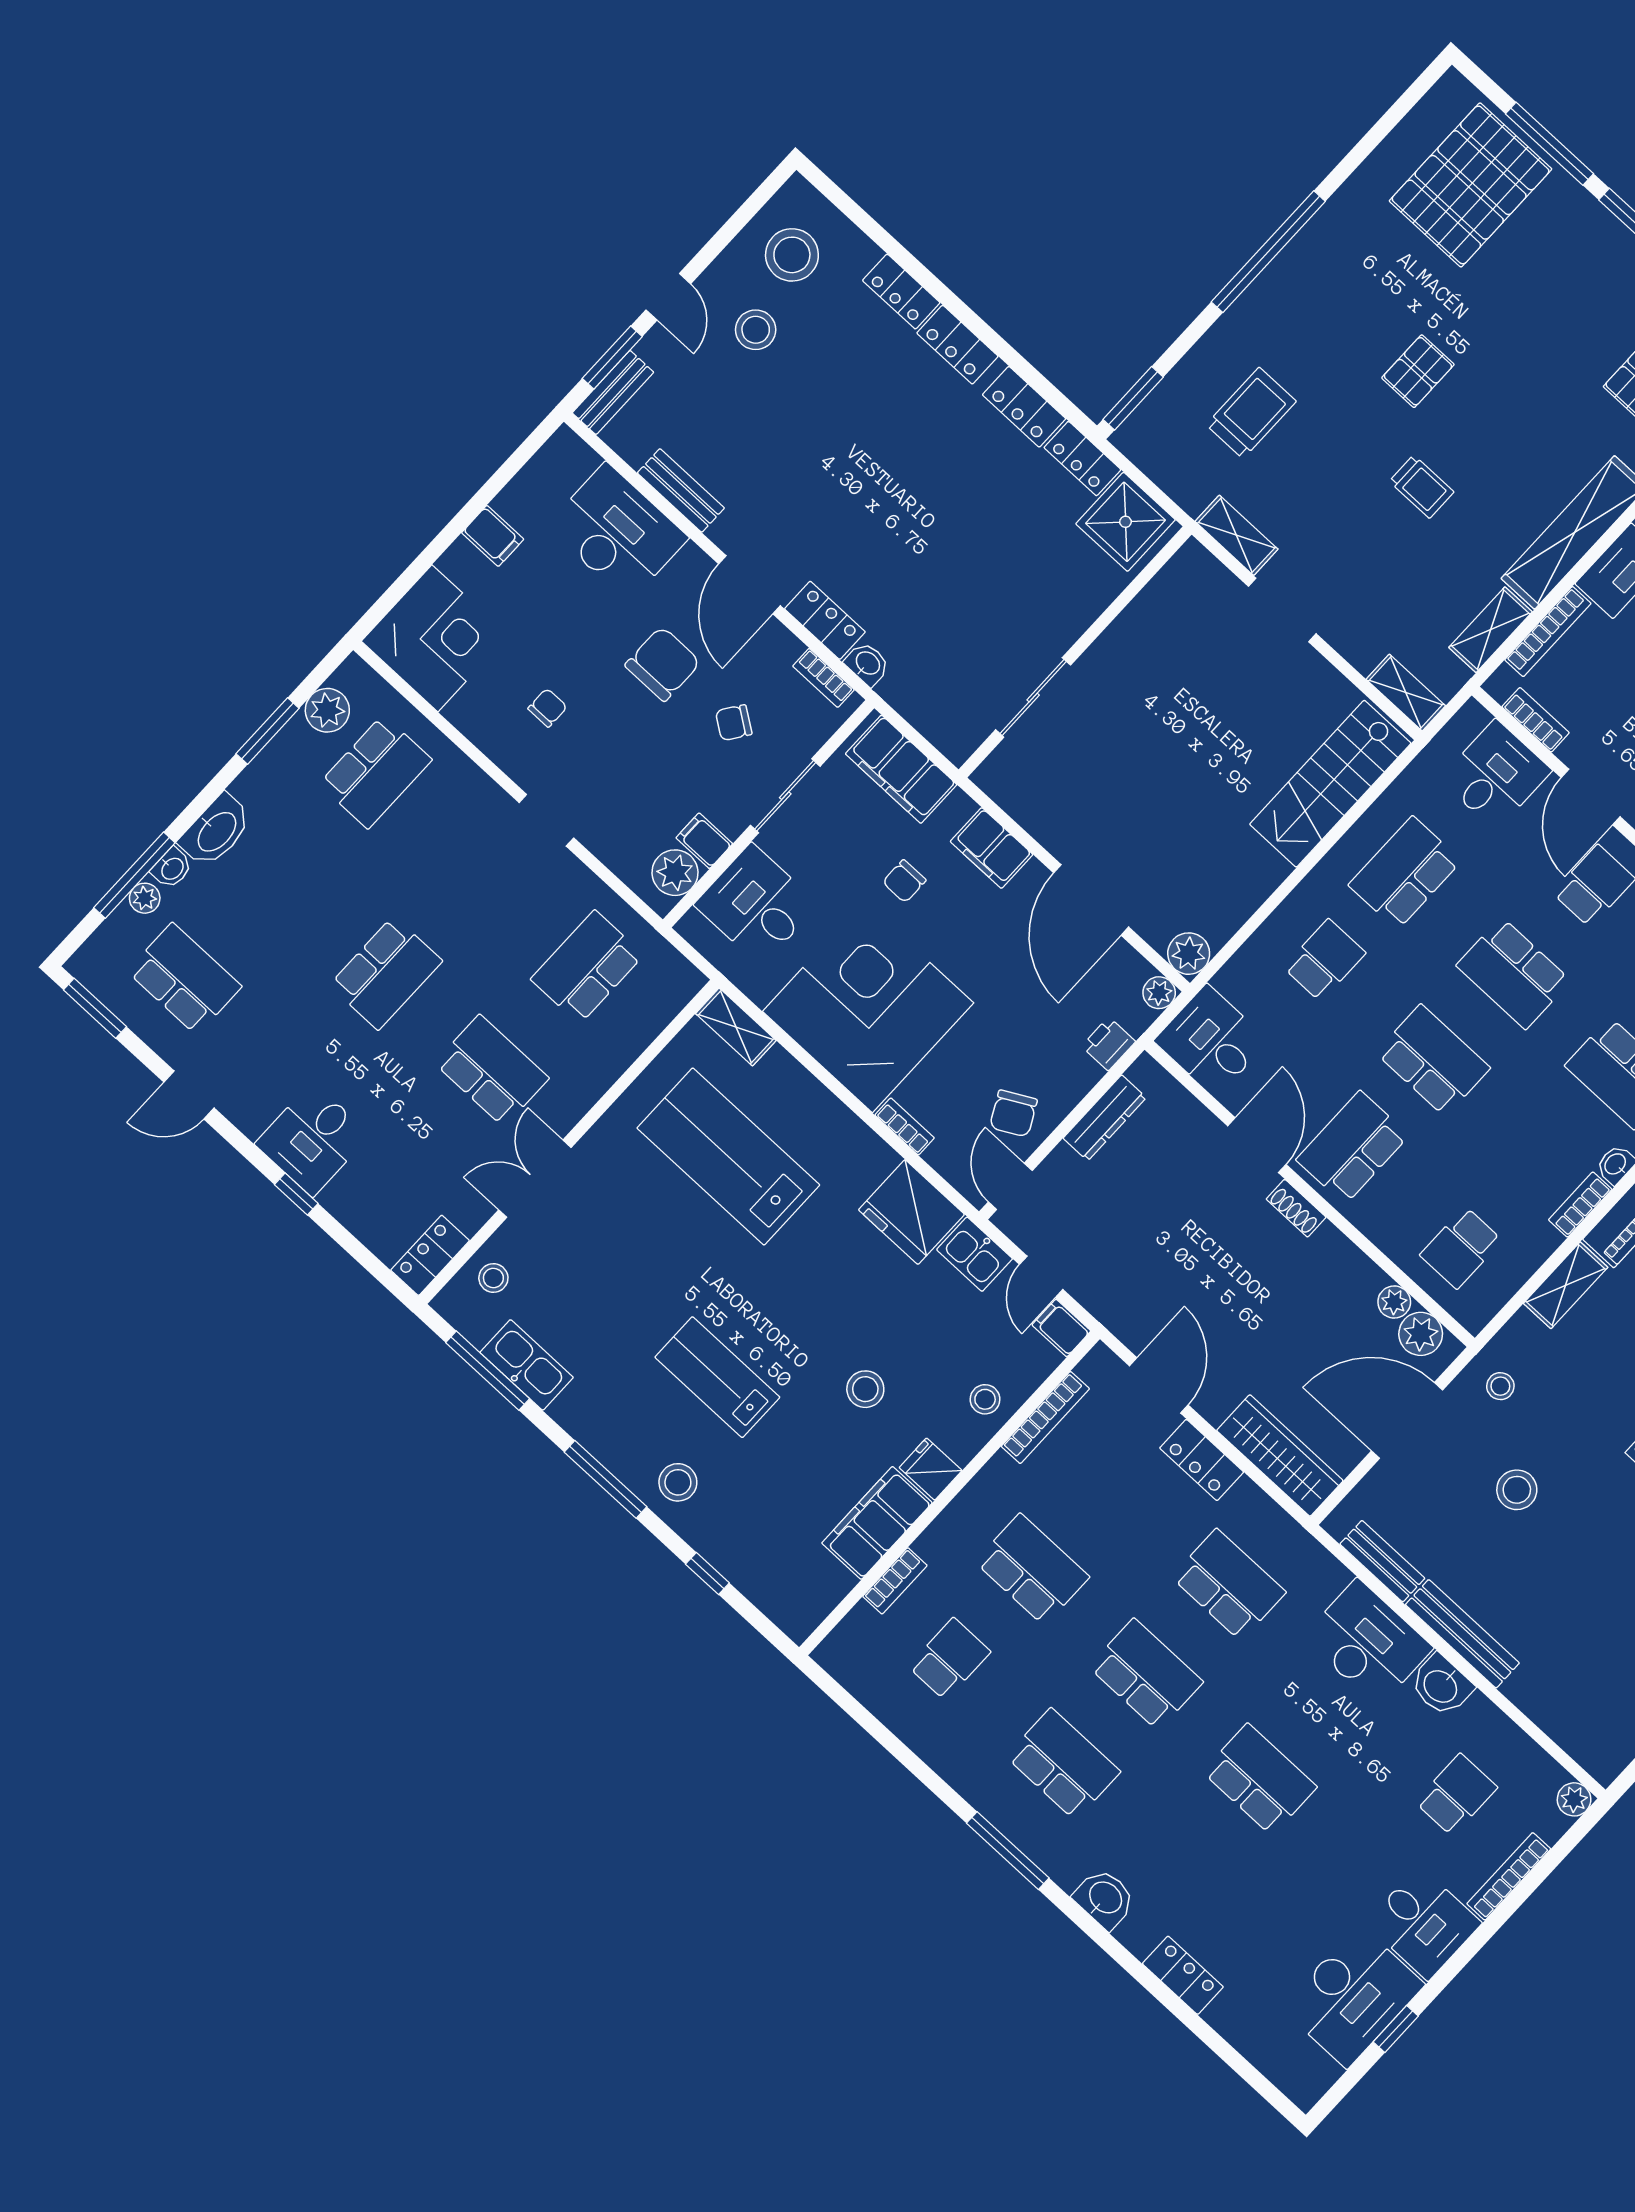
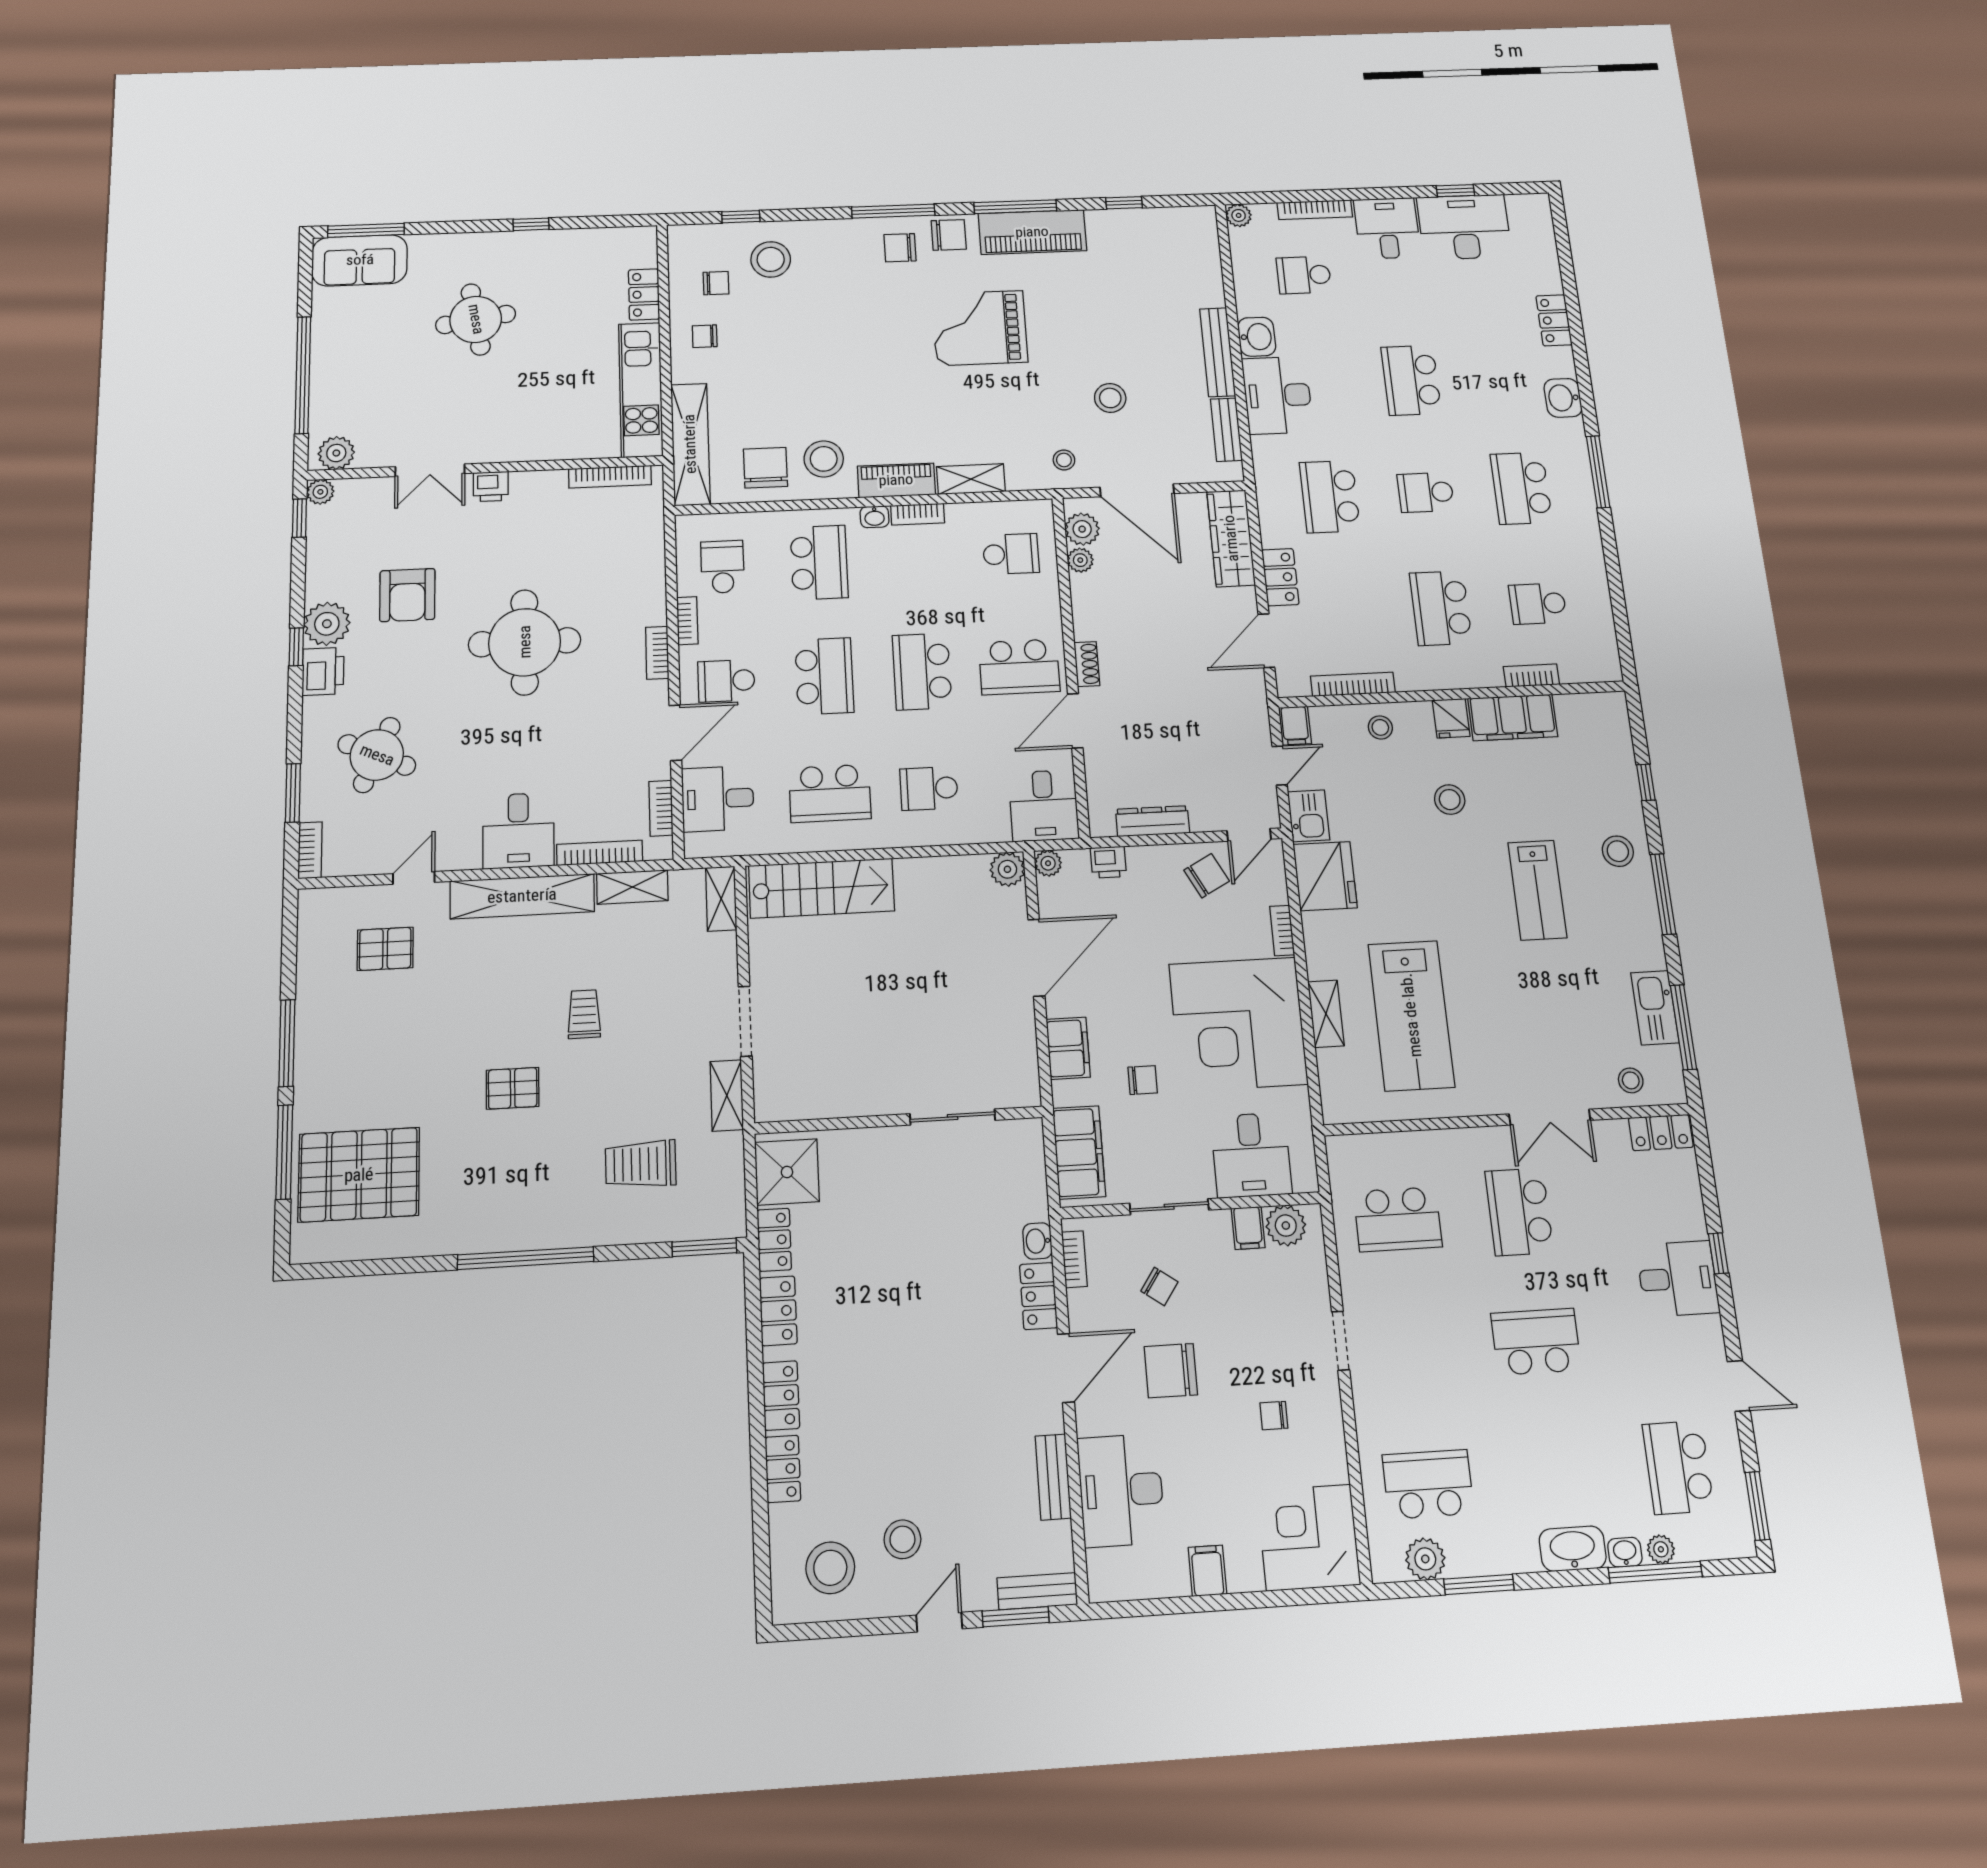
shelving: (736, 1027) -> (1326, 1014), moved
school desk: (1146, 1674) -> (1426, 492), width x0.54

